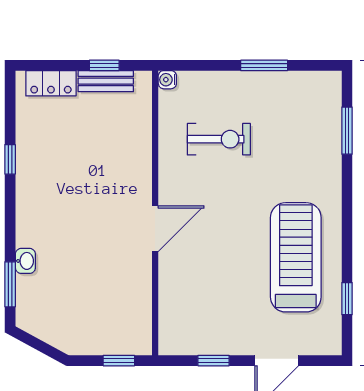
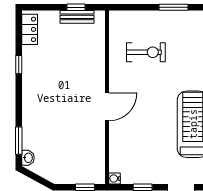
water cooler: (167, 80) -> (115, 178), moved
locker: (51, 83) -> (30, 29), moved, turned -90
washbasin: (25, 261) -> (28, 158), moved

